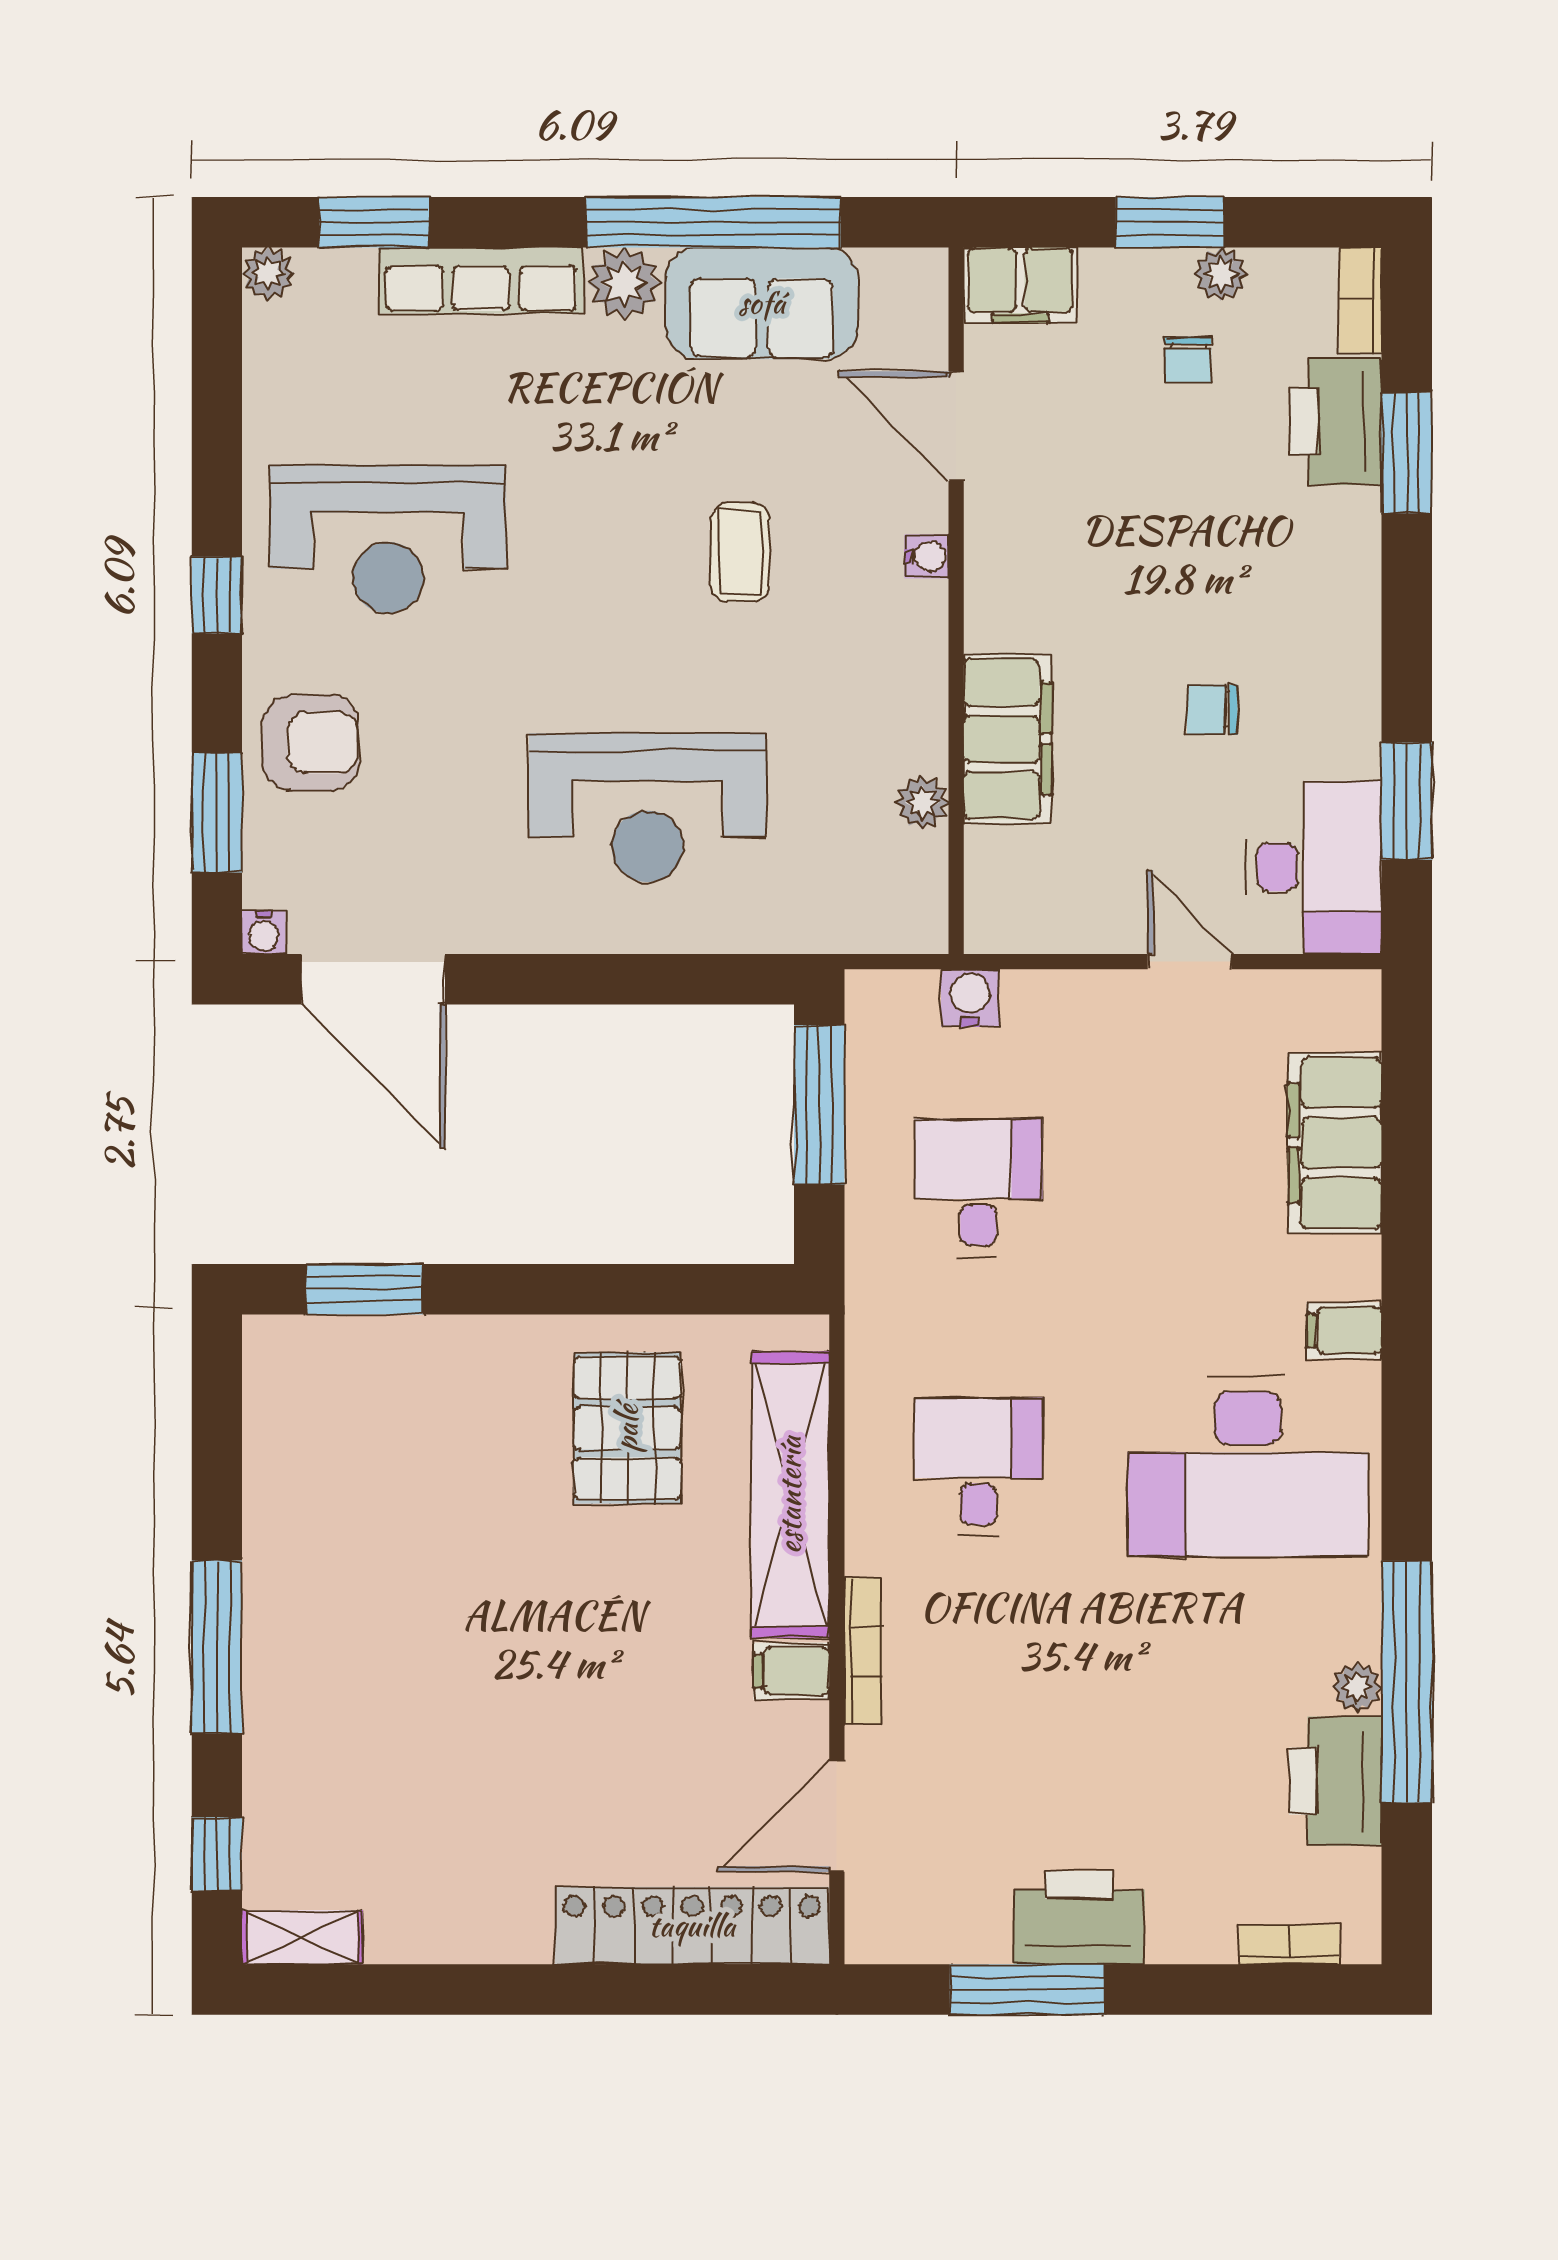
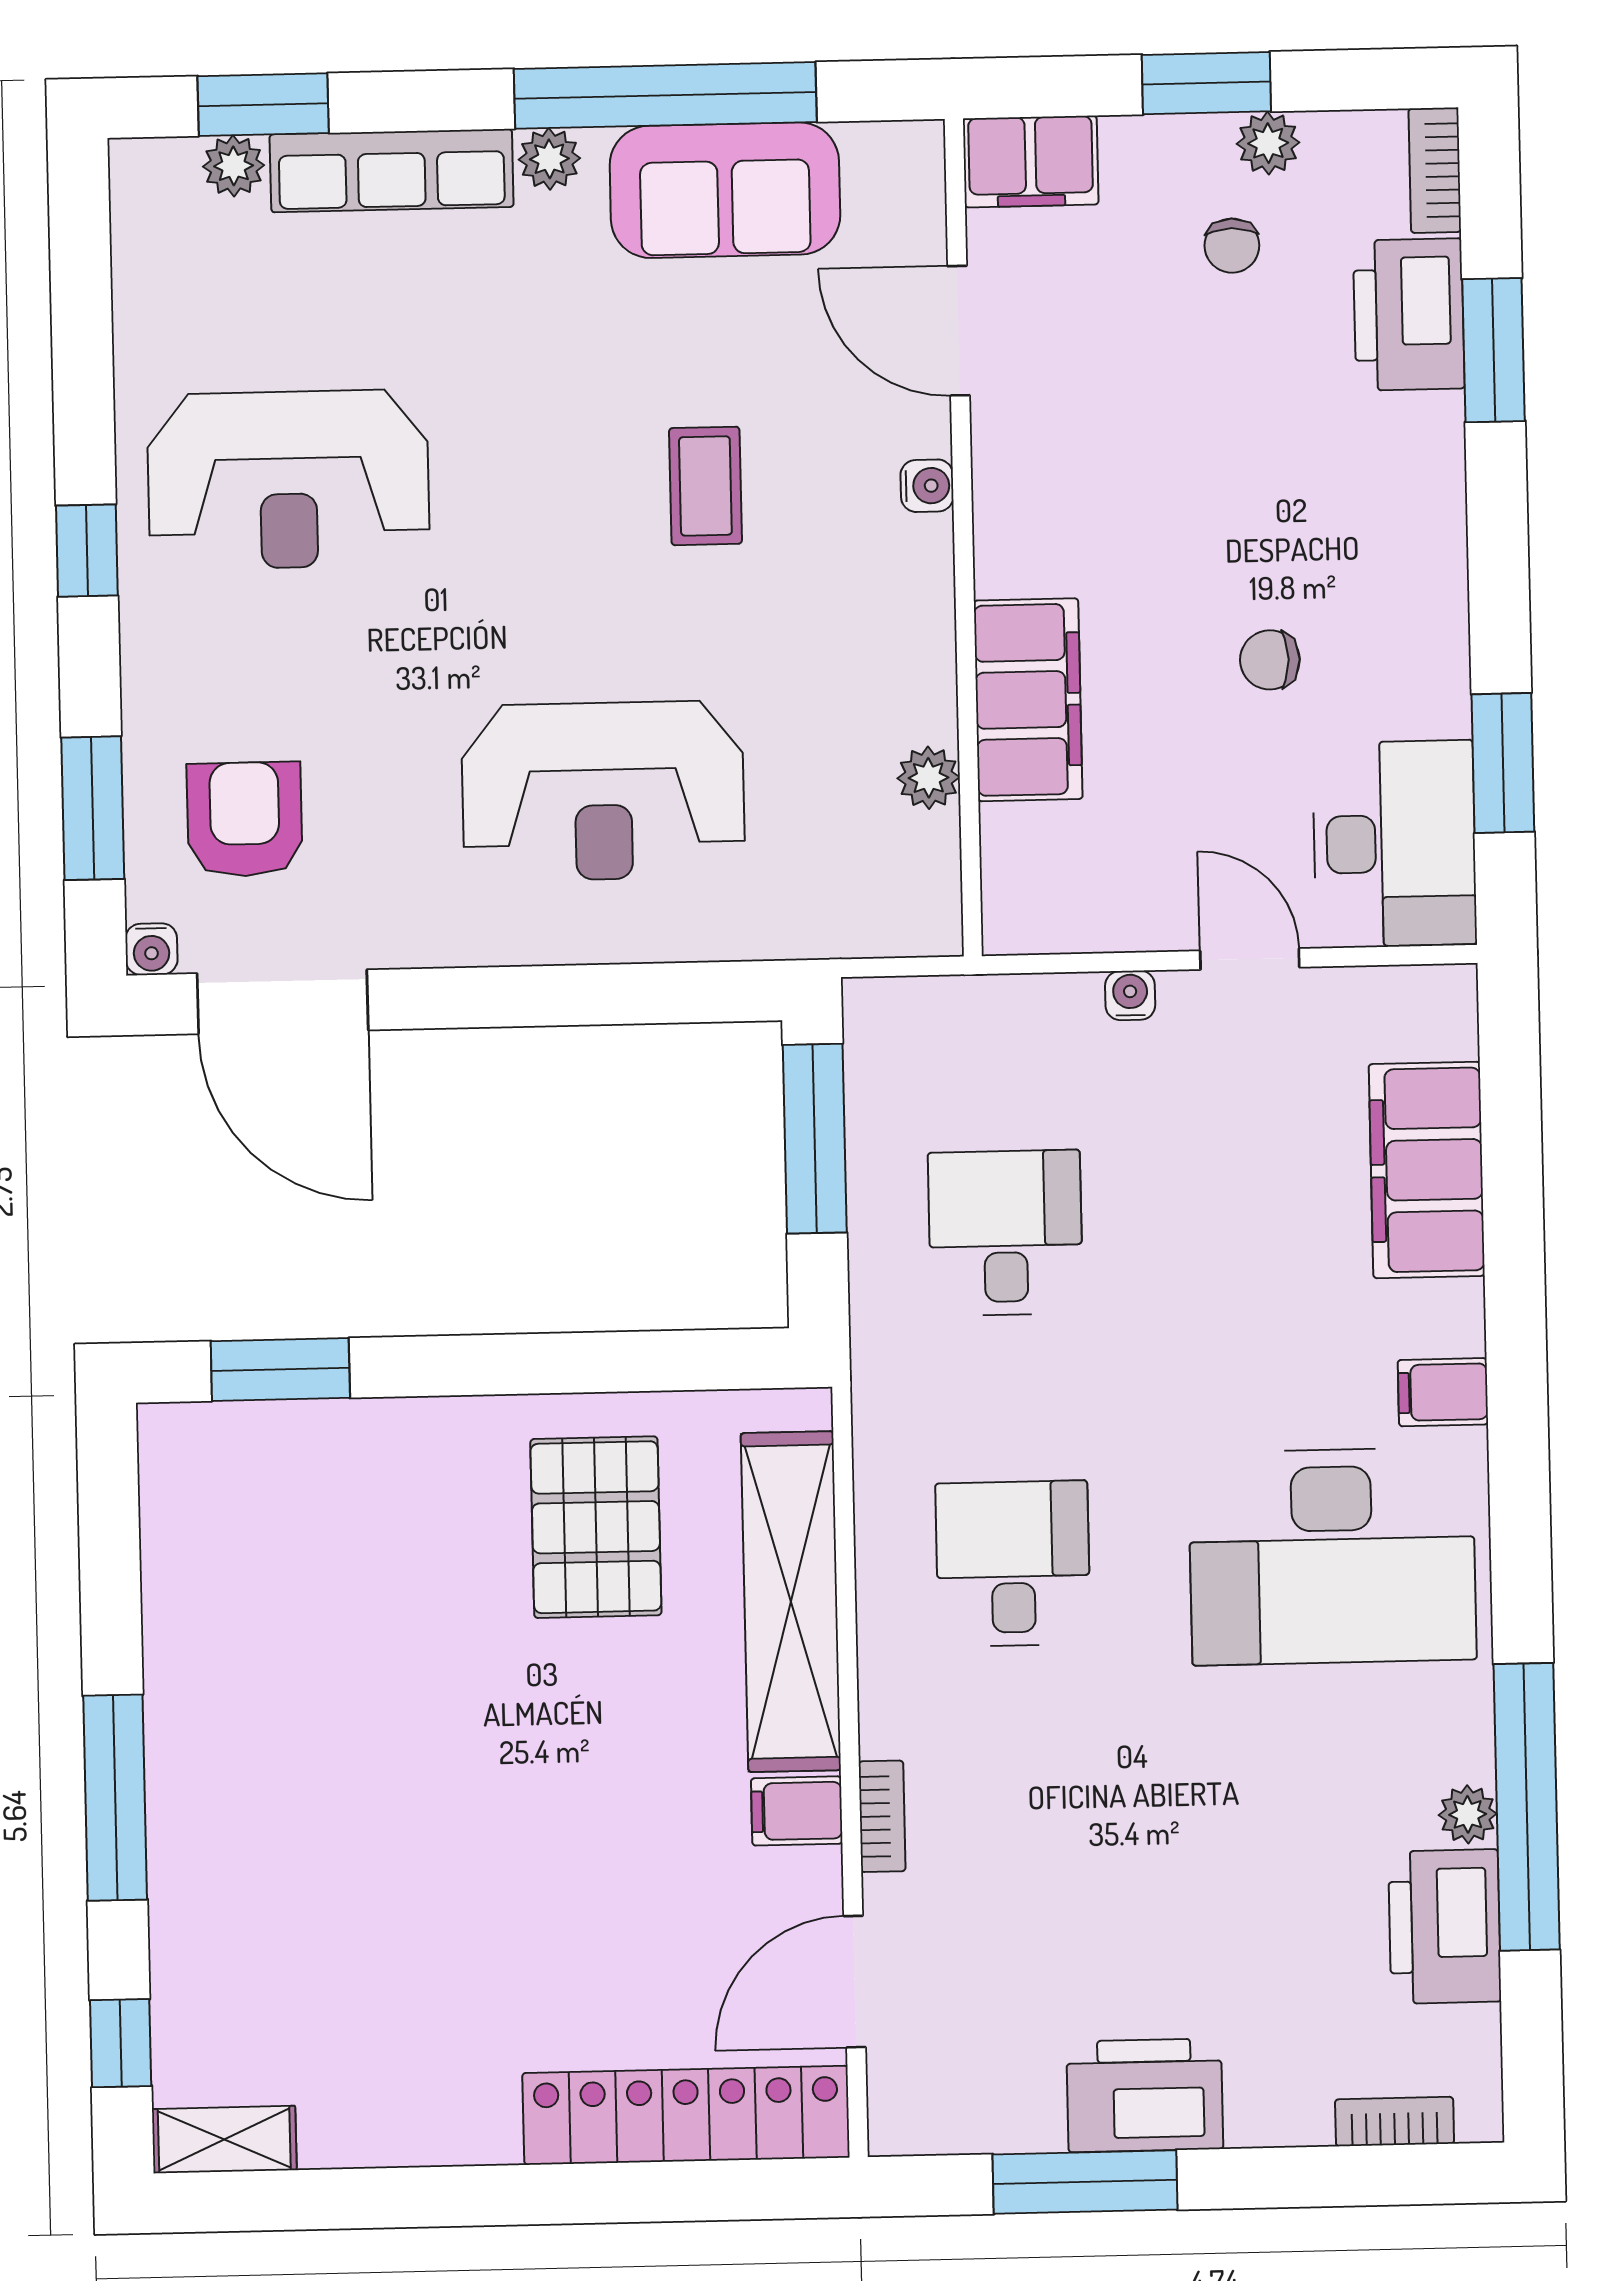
plant: (268, 273) -> (234, 166), moved
plant: (624, 283) -> (549, 159), width x0.73, depth x0.73
armchair: (311, 743) -> (245, 819), moved, turned -90
water cooler: (970, 998) -> (1130, 995), moved, width x0.72, depth x0.72
bookcase: (863, 1651) -> (882, 1816), width x0.64

